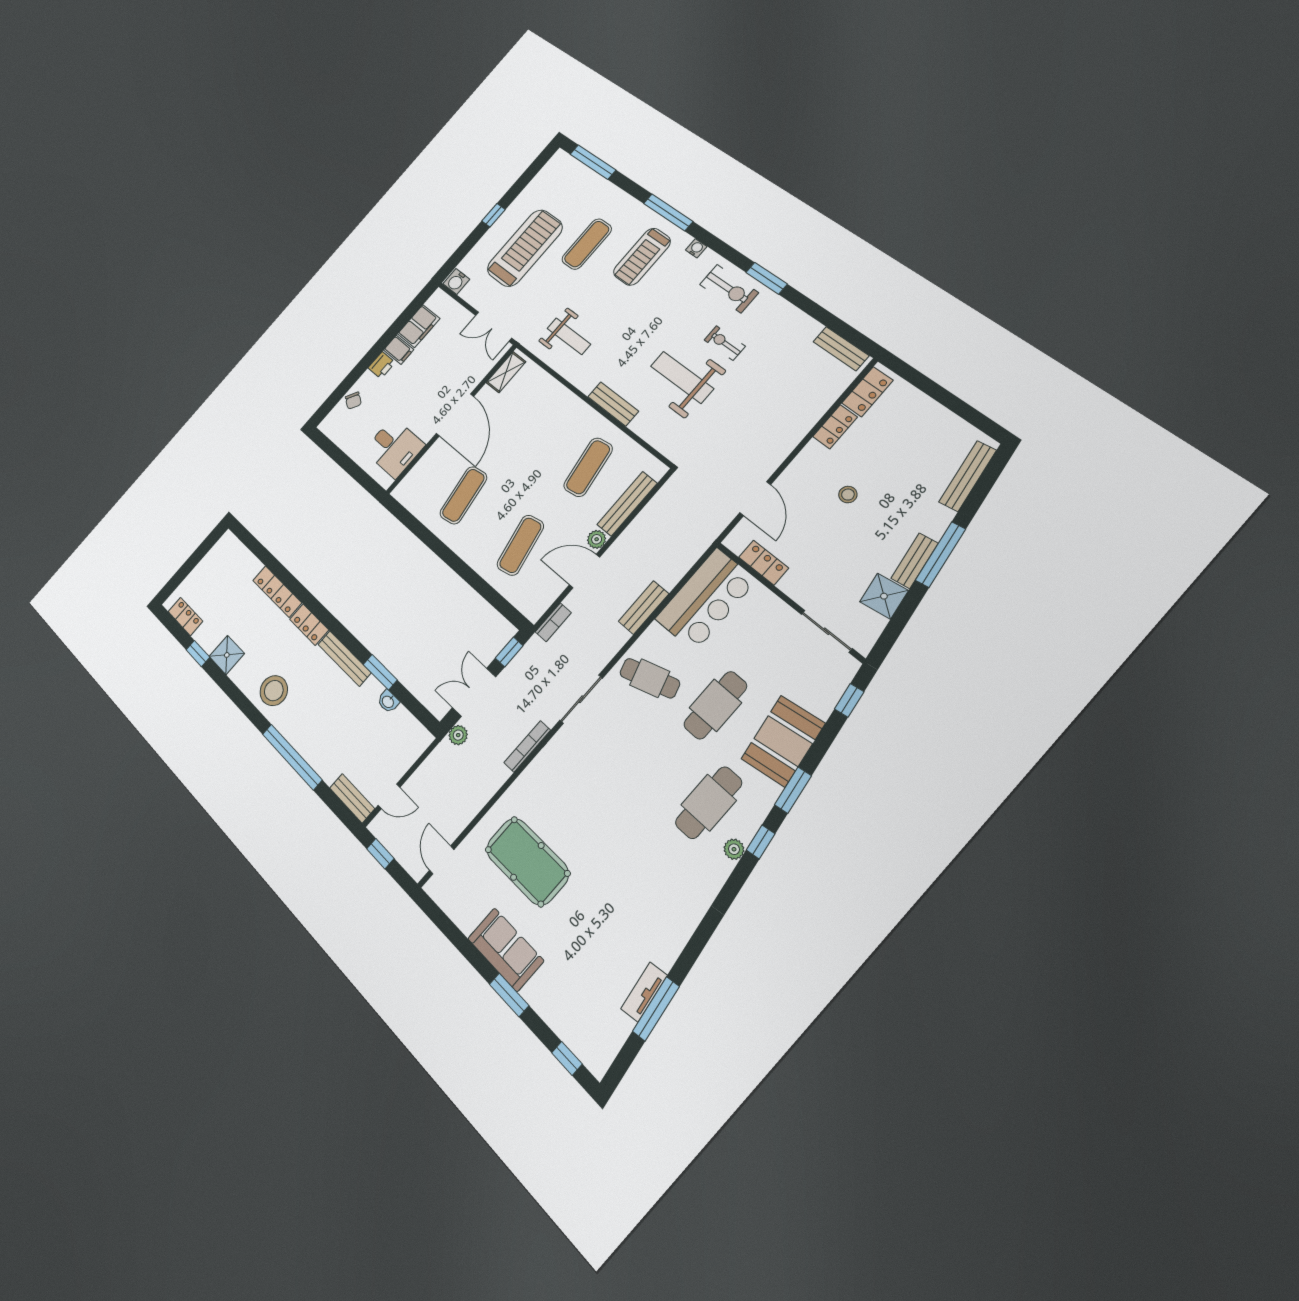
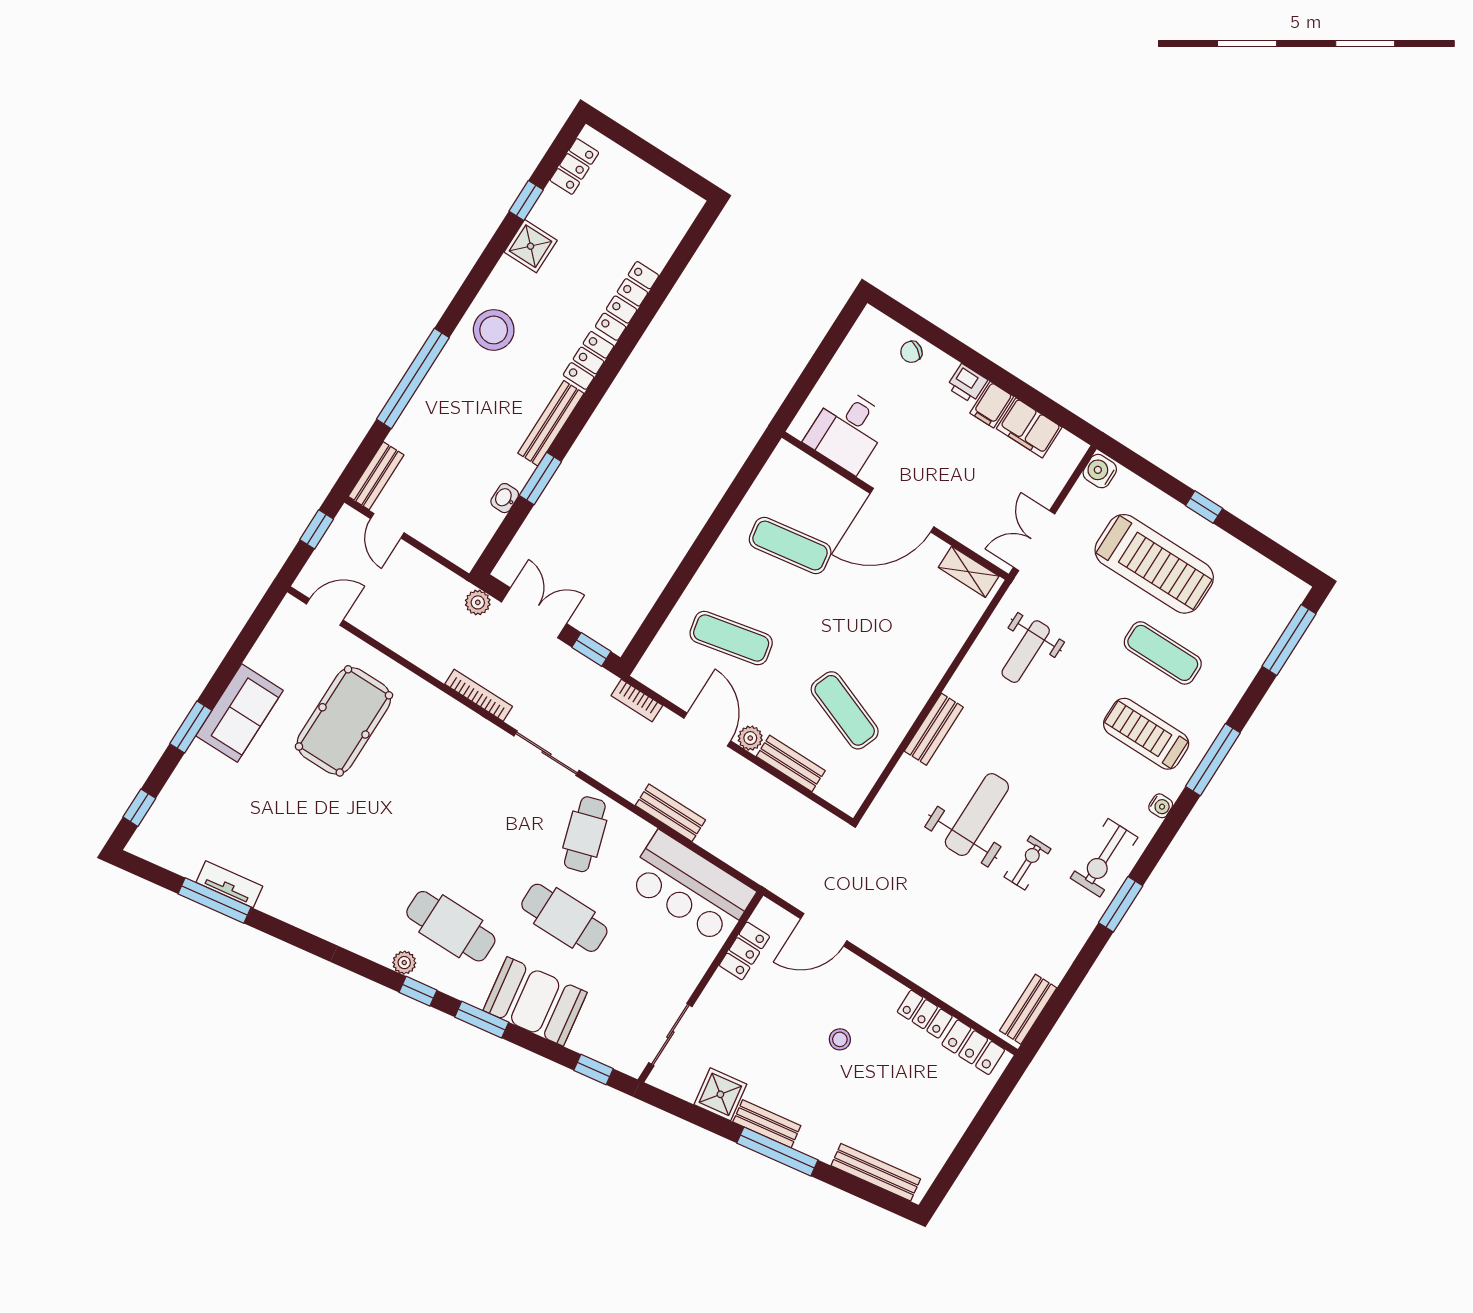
exercise mat: (588, 467) -> (845, 710), turned 30
bench: (627, 504) -> (791, 763), width x0.73

